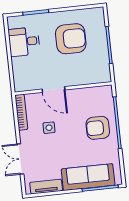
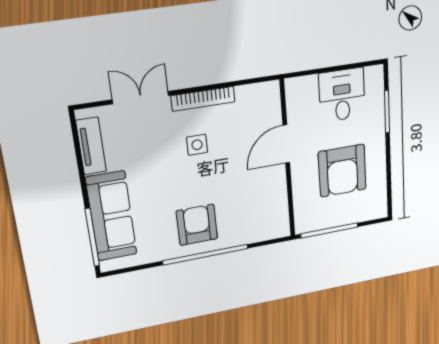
wall: (63, 89) -> (287, 160), moved
door: (53, 90) -> (286, 144), moved
bookcase: (21, 112) -> (203, 99), moved

